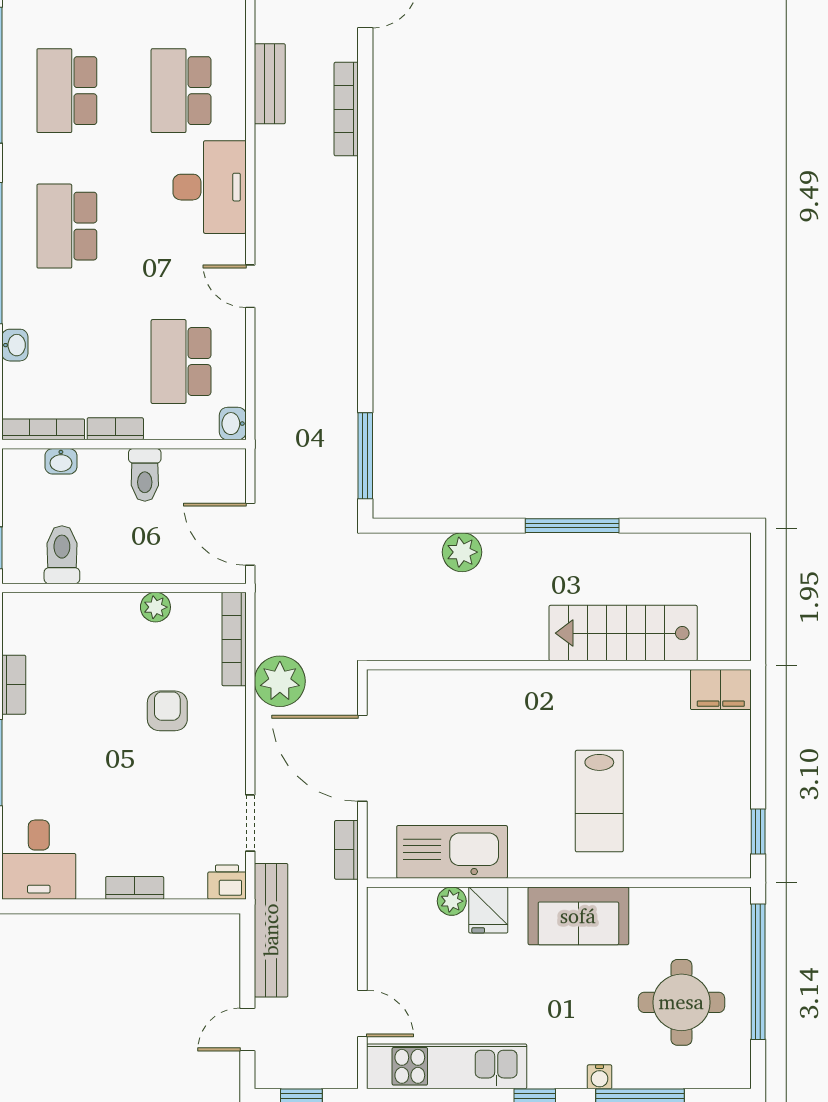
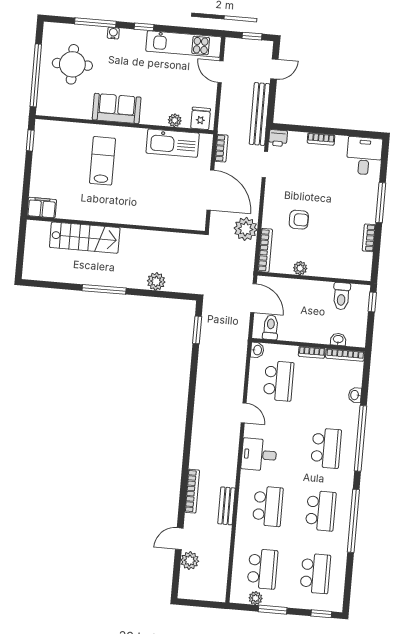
desk: (210, 187) -> (259, 455), width x0.73
window: (365, 456) -> (197, 330), width x0.69
toilet: (145, 475) -> (271, 327), moved
armchair: (167, 711) -> (299, 220), turned -90
fridge: (488, 910) -> (201, 118), moved

